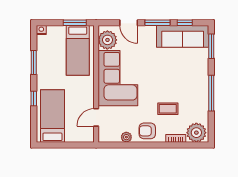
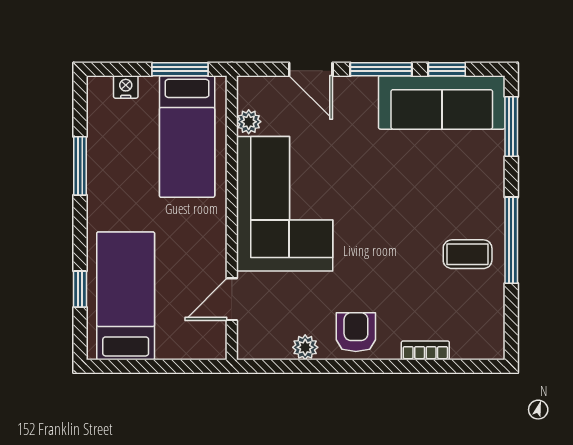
nightstand: (41, 30) -> (126, 87), moved
plant: (107, 40) -> (249, 122), width x0.53, depth x0.53
window: (34, 99) -> (80, 289), moved
coffee table: (168, 109) -> (468, 254), moved
armchair: (147, 131) -> (356, 332), turned 90
plant: (196, 133) -> (475, 336), removed

